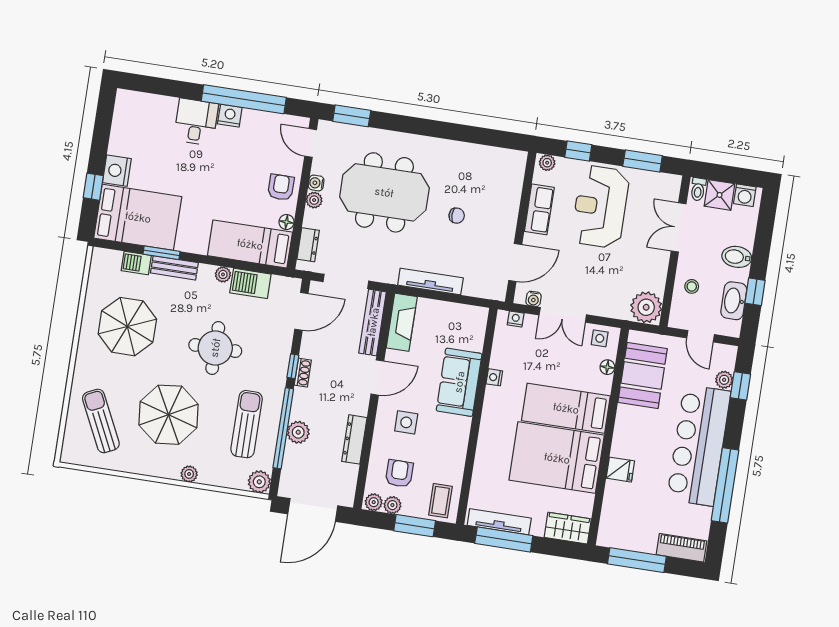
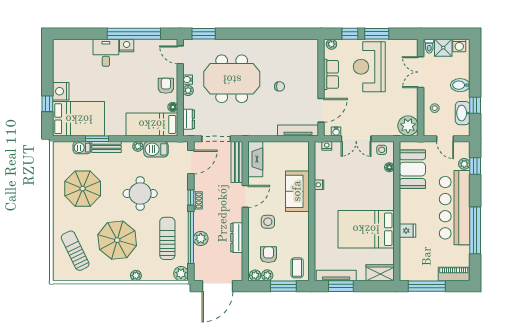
window: (643, 161) -> (377, 34), moved
tv unit: (430, 281) -> (298, 131), moved
bed: (566, 408) -> (367, 197), removed
window: (504, 540) -> (341, 286), width x0.69

